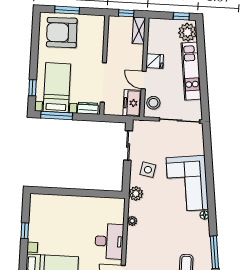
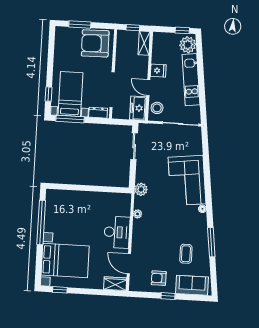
armchair: (62, 33) -> (95, 43), moved
side table: (148, 170) -> (152, 168), removed
window: (25, 231) -> (41, 222), width x3.17

